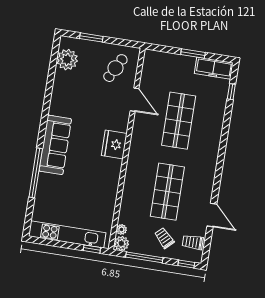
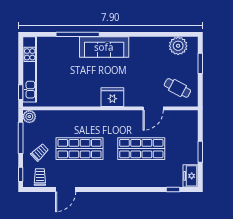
freezer: (214, 68) -> (191, 176), width x0.71
plant: (121, 229) -> (41, 115), removed

